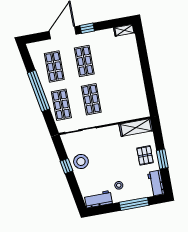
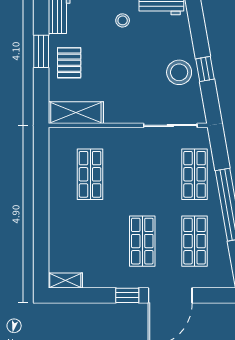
shop shelf: (91, 99) -> (90, 174), moved

